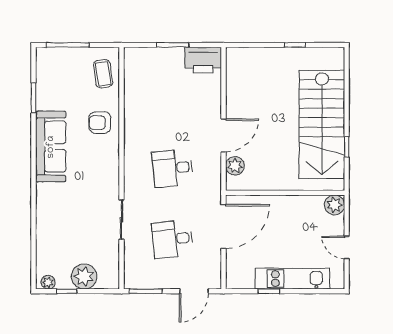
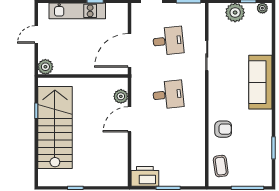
sofa: (51, 147) -> (260, 82), moved
door: (347, 248) -> (36, 34), swing flipped

